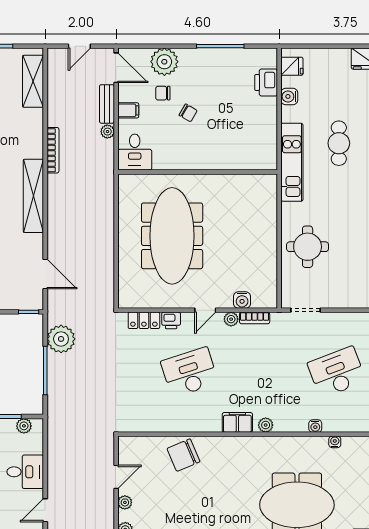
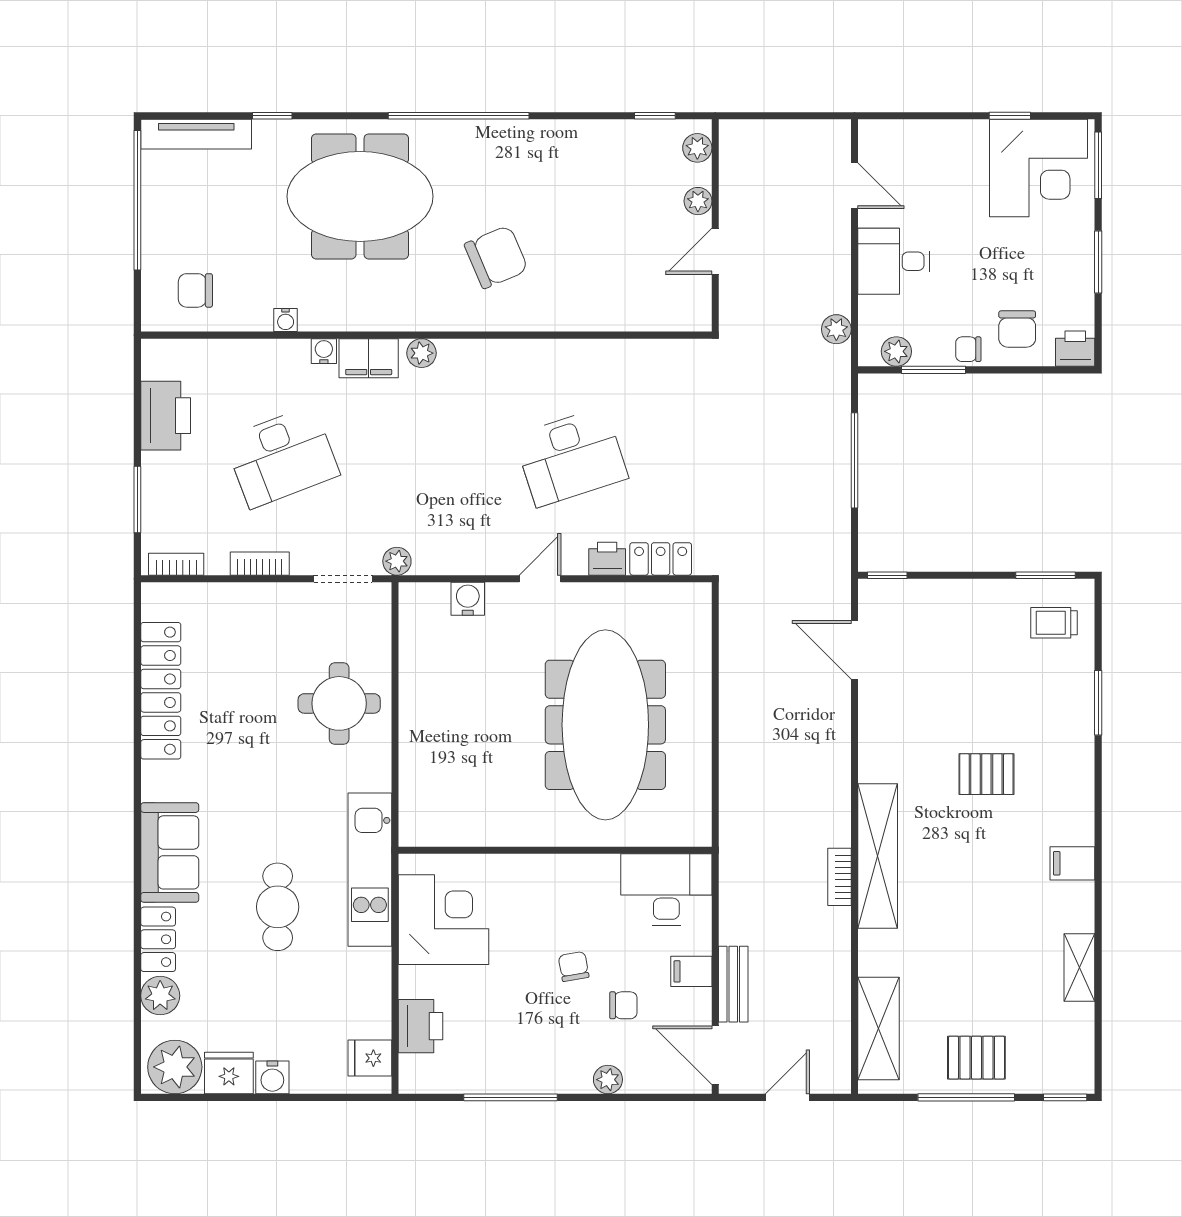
plant: (164, 62) -> (608, 1080), width x0.53, depth x0.53
water cooler: (289, 96) -> (272, 1077), moved, turned 90
chair: (188, 113) -> (574, 966), turned 50
plant: (107, 132) -> (732, 930), removed
corner desk: (254, 137) -> (444, 920), added
bookcase: (53, 150) -> (839, 877), width x0.64
desk: (135, 152) -> (666, 889), width x1.37
shelving: (33, 196) -> (878, 856), moved
bookcase: (255, 318) -> (260, 564), moved
plant: (231, 319) -> (397, 561), moved
plant: (61, 339) -> (836, 329), moved, width x0.53, depth x0.53
filing cabinet: (237, 422) -> (369, 358), moved
chair: (183, 455) -> (496, 257), moved
door: (45, 510) -> (854, 186), hinge flipped

